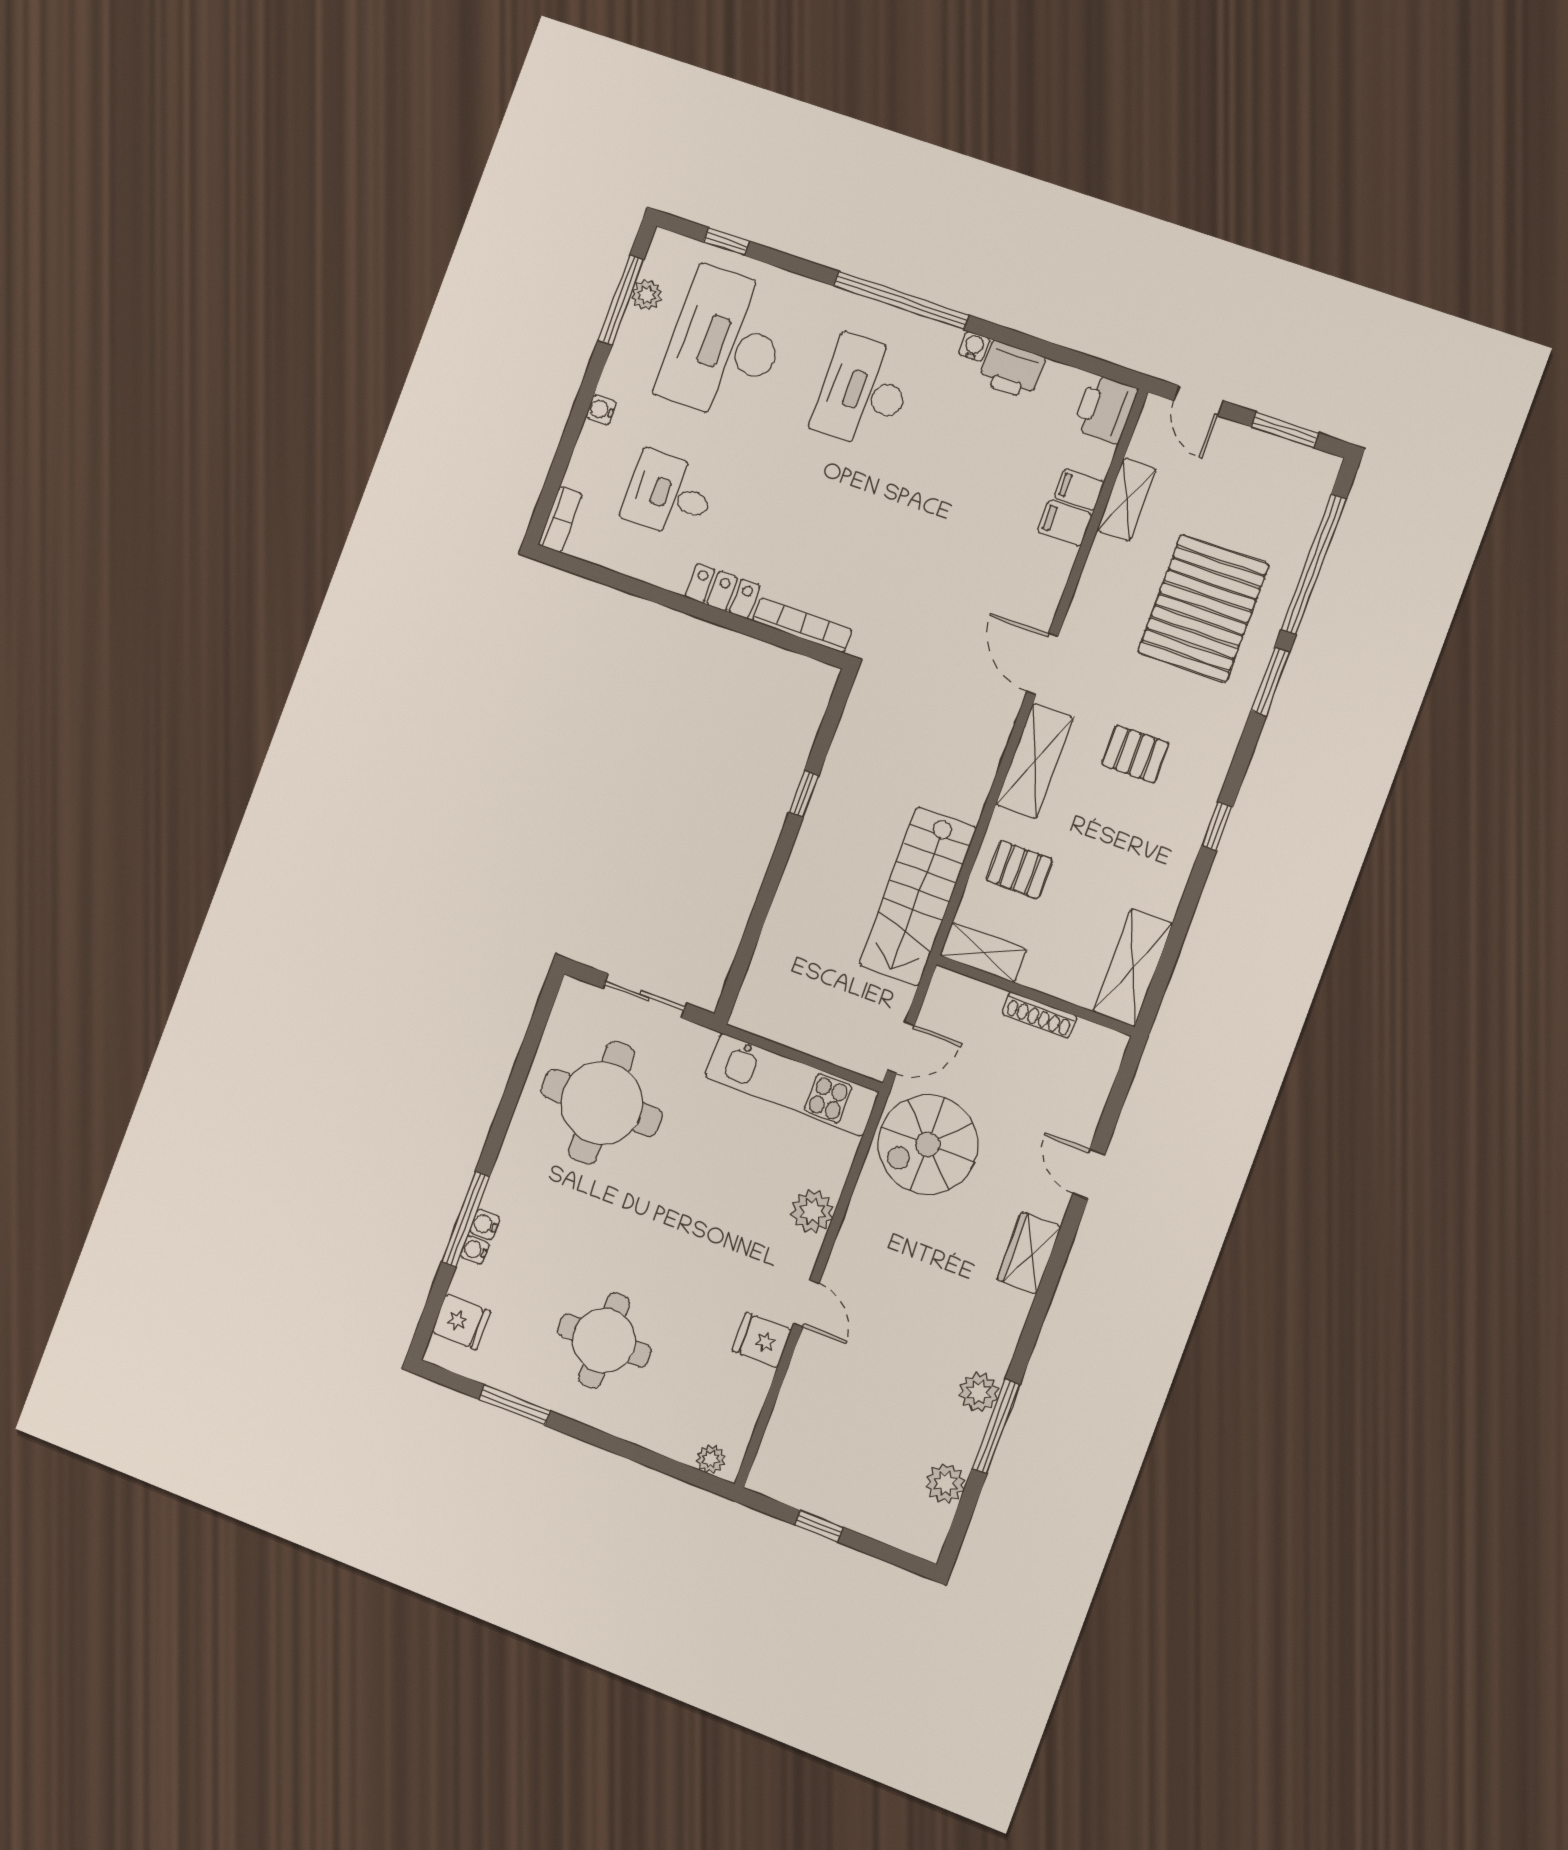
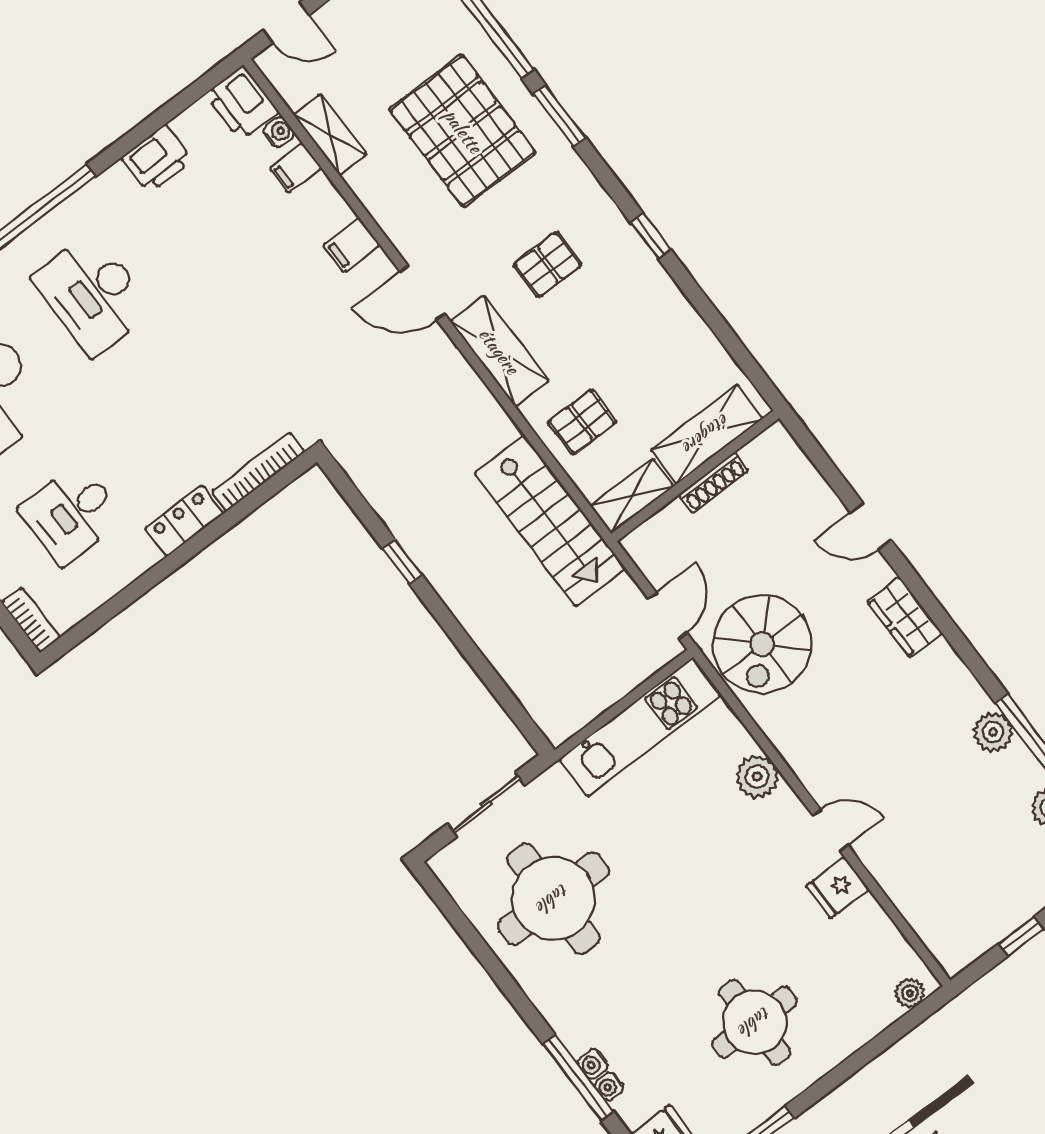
water cooler: (974, 346) -> (279, 132), moved, turned 90
filing cabinet: (1065, 523) -> (352, 245), moved
shelving: (1133, 968) -> (707, 434), moved, turned 90

